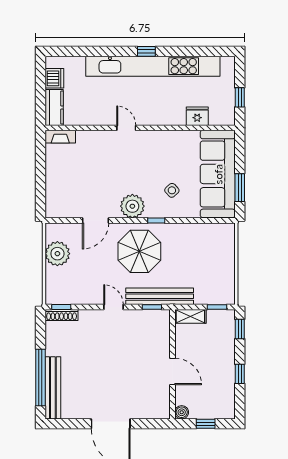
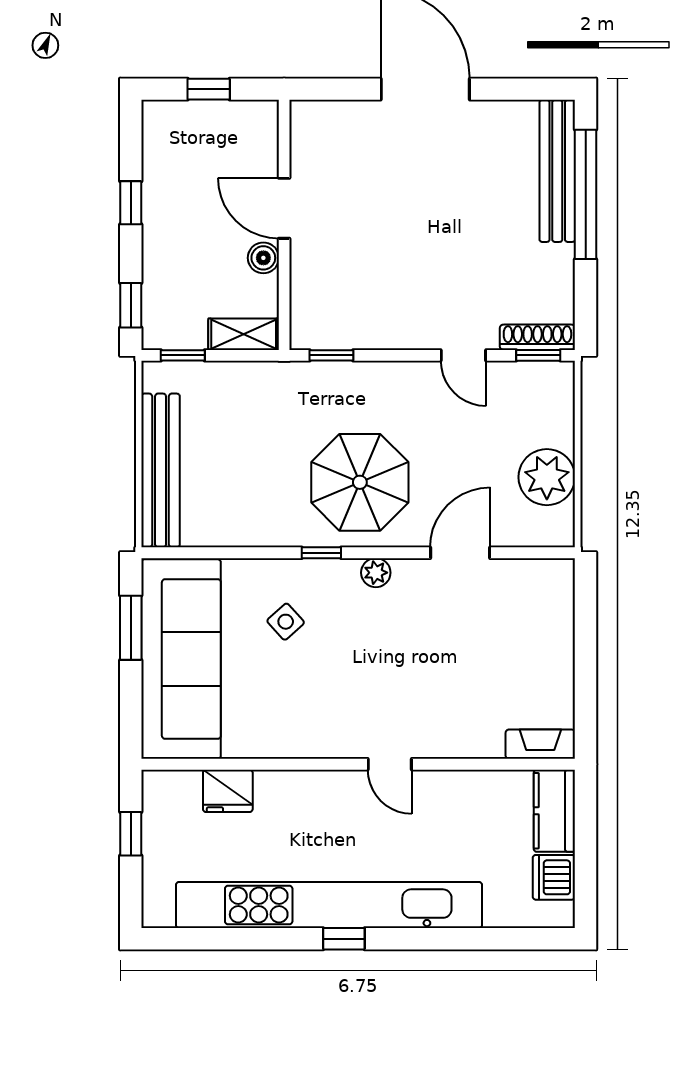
plant: (132, 206) -> (376, 573), width x0.53, depth x0.53
bench: (160, 296) -> (161, 470), moved, turned 90
door: (114, 307) -> (463, 355), moved
boiler: (182, 412) -> (263, 258), moved

